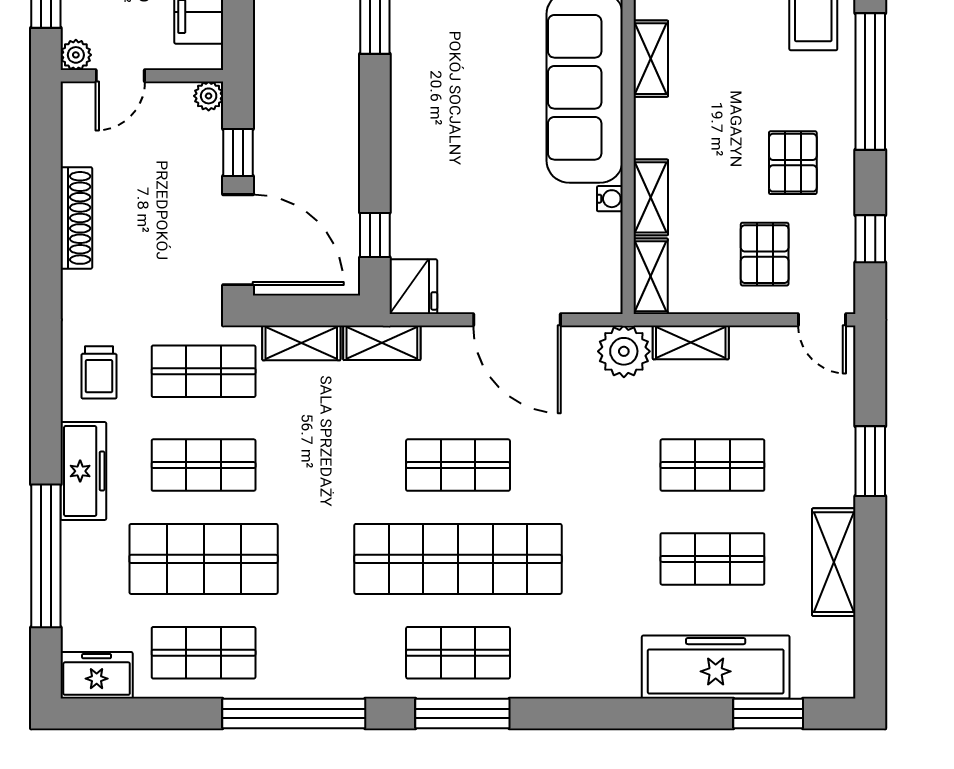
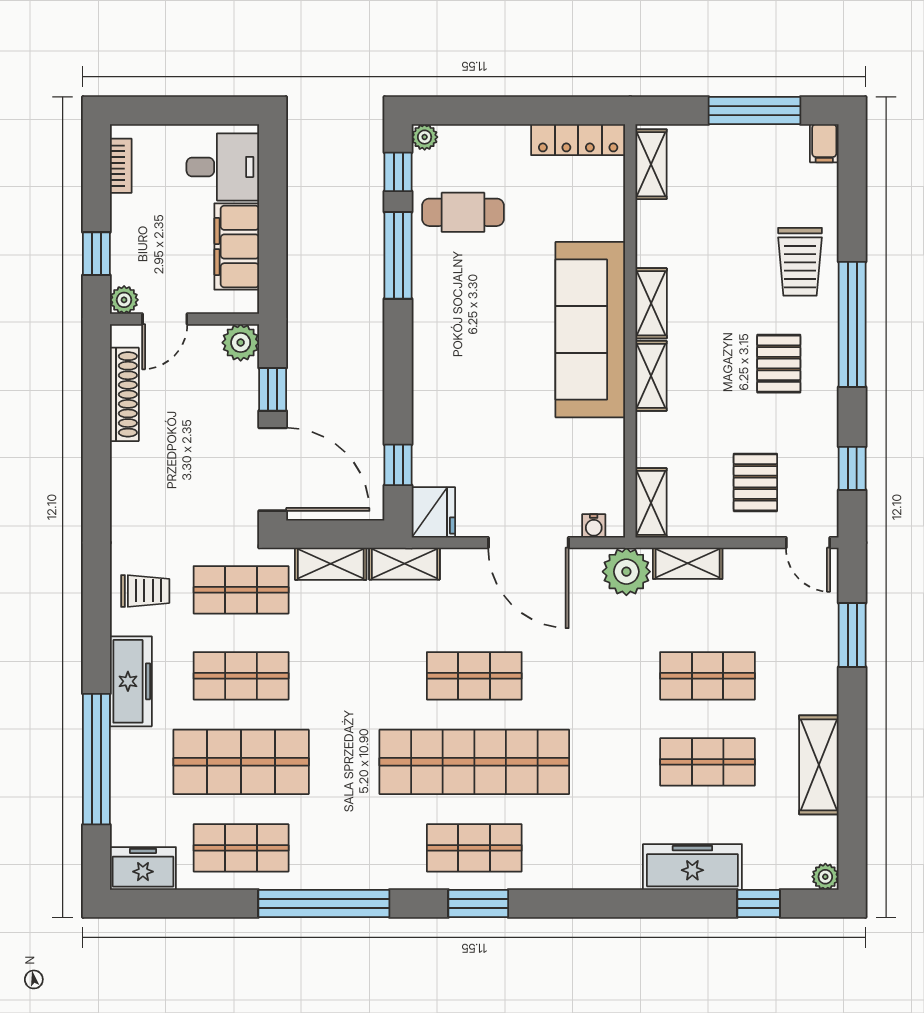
plant: (209, 96) -> (241, 343), width x1.38, depth x1.38
pallet: (793, 163) -> (779, 364), moved
shelving: (651, 197) -> (651, 376), moved
water cooler: (610, 199) -> (594, 526), moved, turned 90
shoe rack: (76, 218) -> (124, 394), moved
trolley: (99, 372) -> (145, 591), turned -90
window: (870, 461) -> (852, 635), moved
freezer: (716, 667) -> (692, 867), width x0.73, depth x0.79
plant: (841, 684) -> (825, 877), added
window: (462, 713) -> (478, 904), width x0.69
window: (768, 713) -> (759, 904), width x0.67

